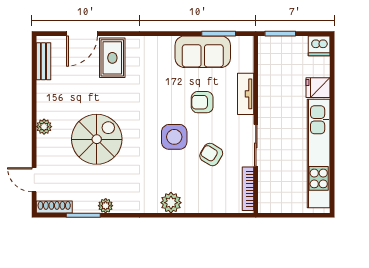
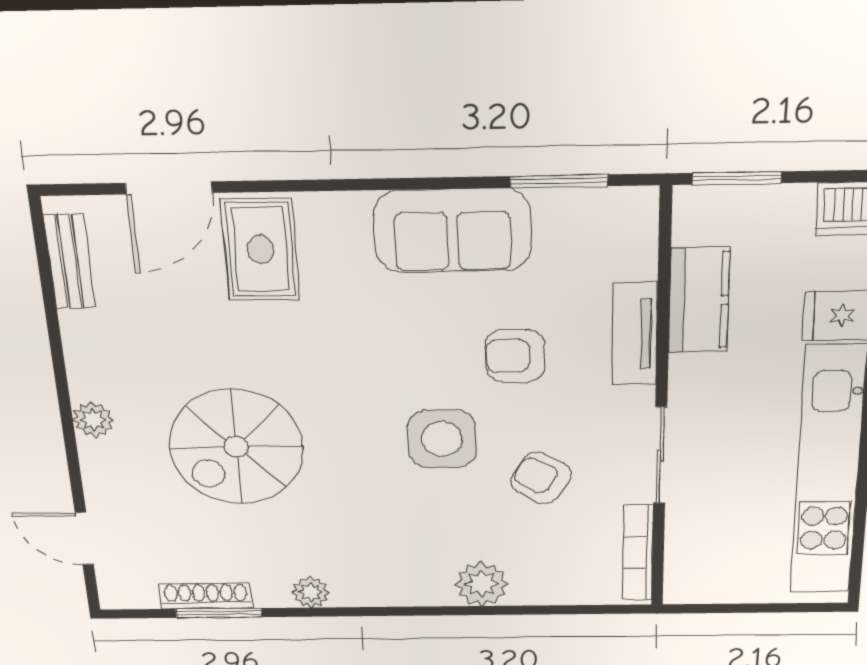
sofa: (203, 52) -> (452, 231), moved
kitchen counter: (268, 81) -> (699, 300), added
spiral stairs: (97, 139) -> (236, 447), turned 180
plant: (171, 203) -> (481, 584), moved
plant: (106, 206) -> (311, 592), moved
shoe rack: (54, 207) -> (206, 596), moved

